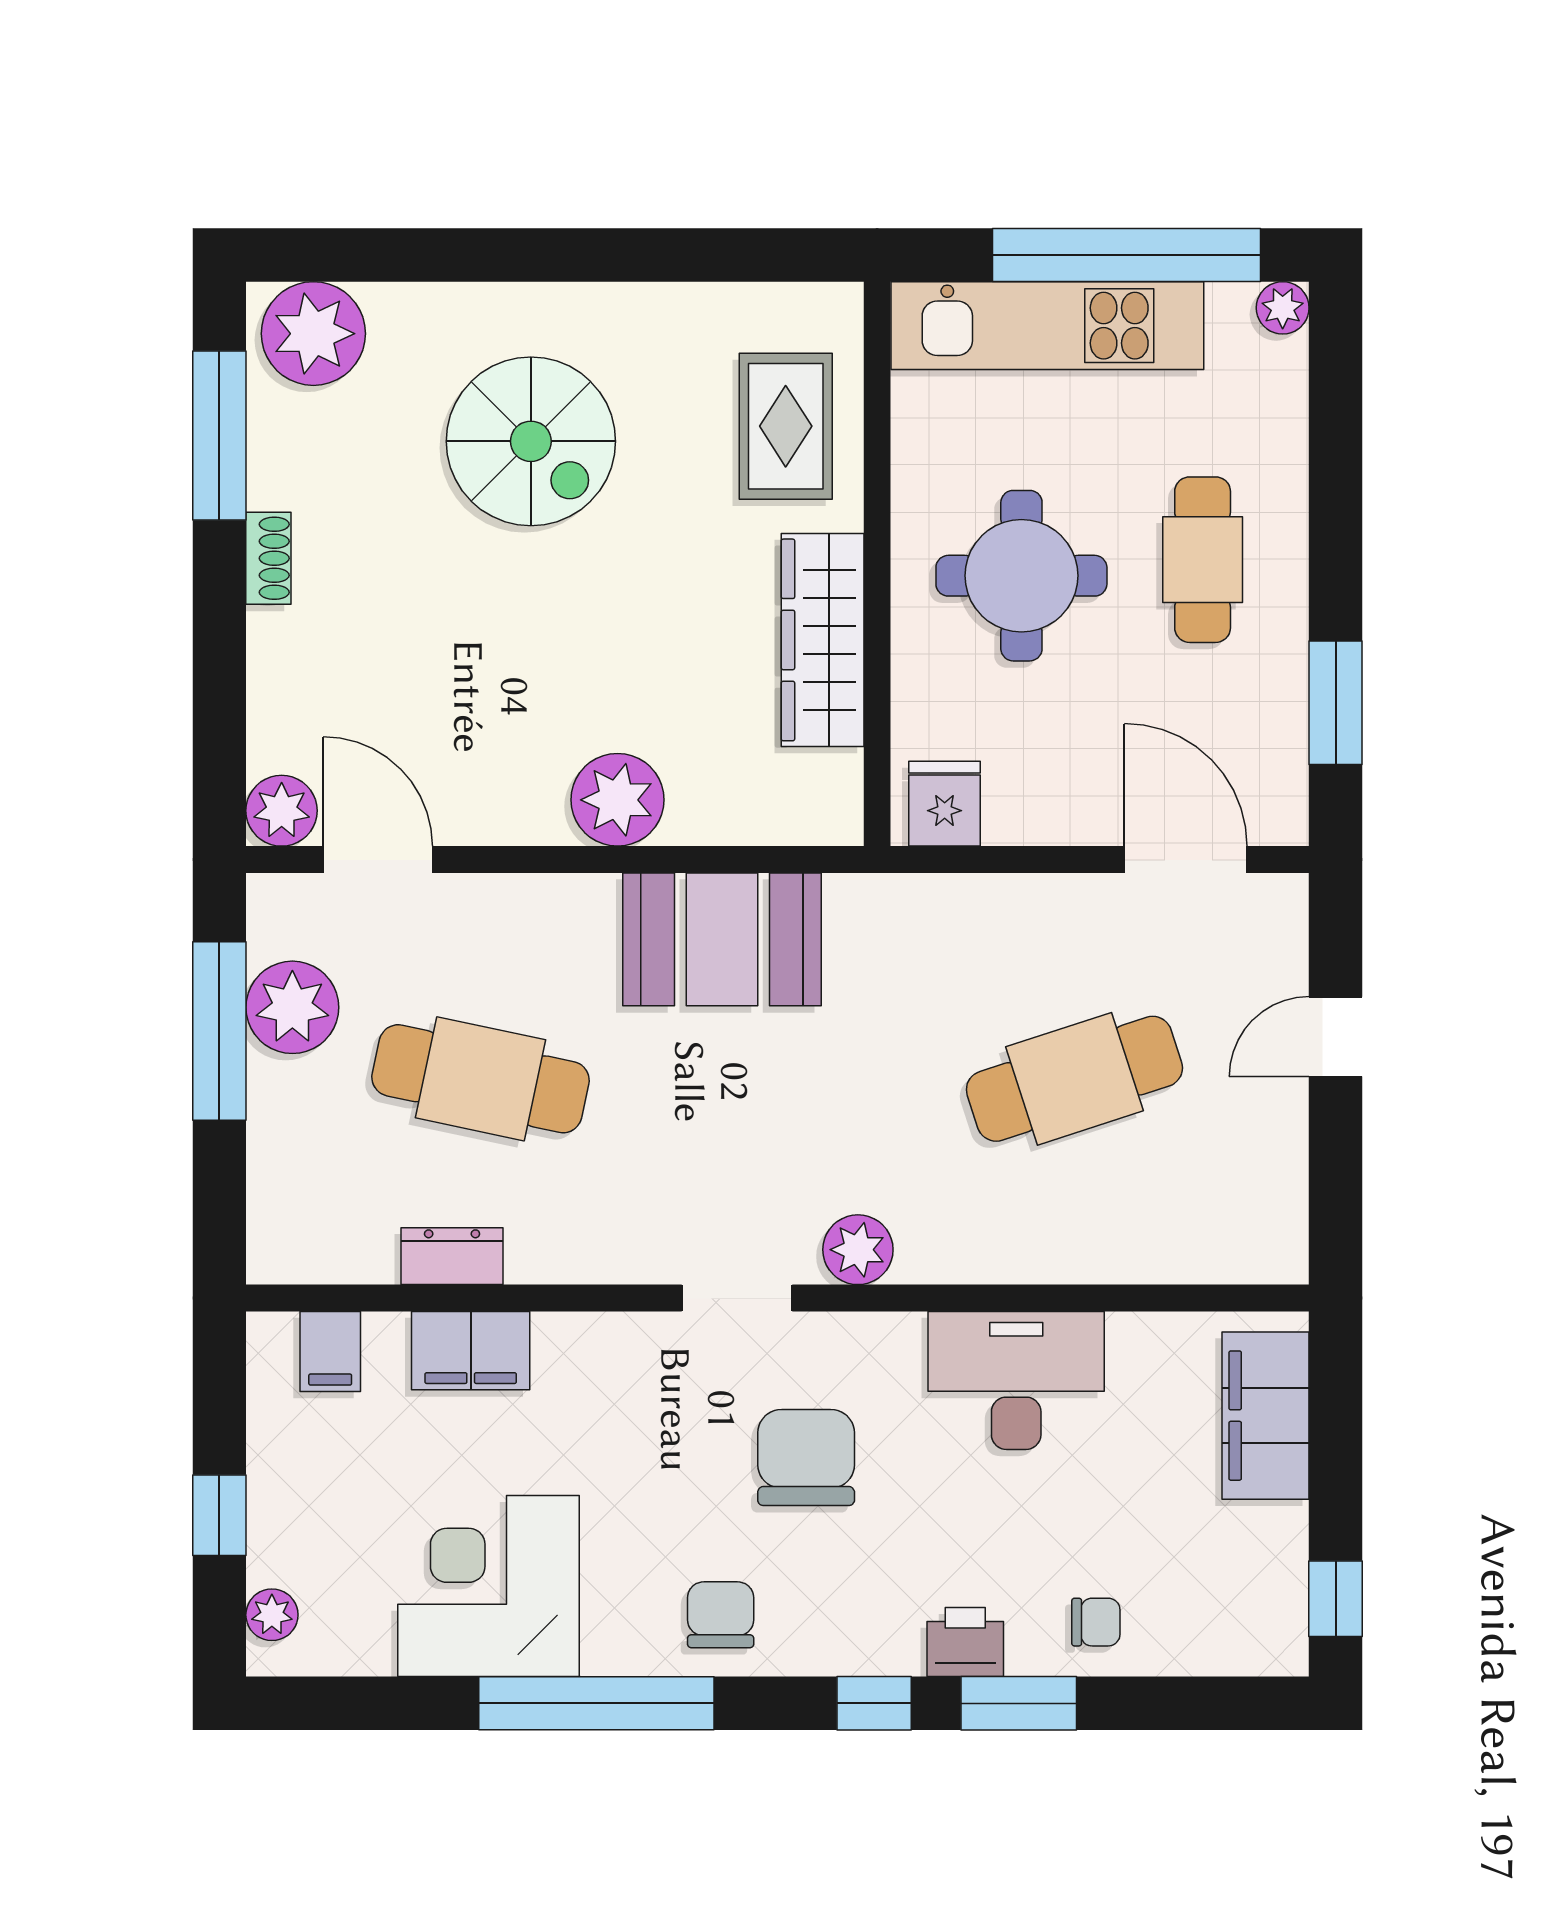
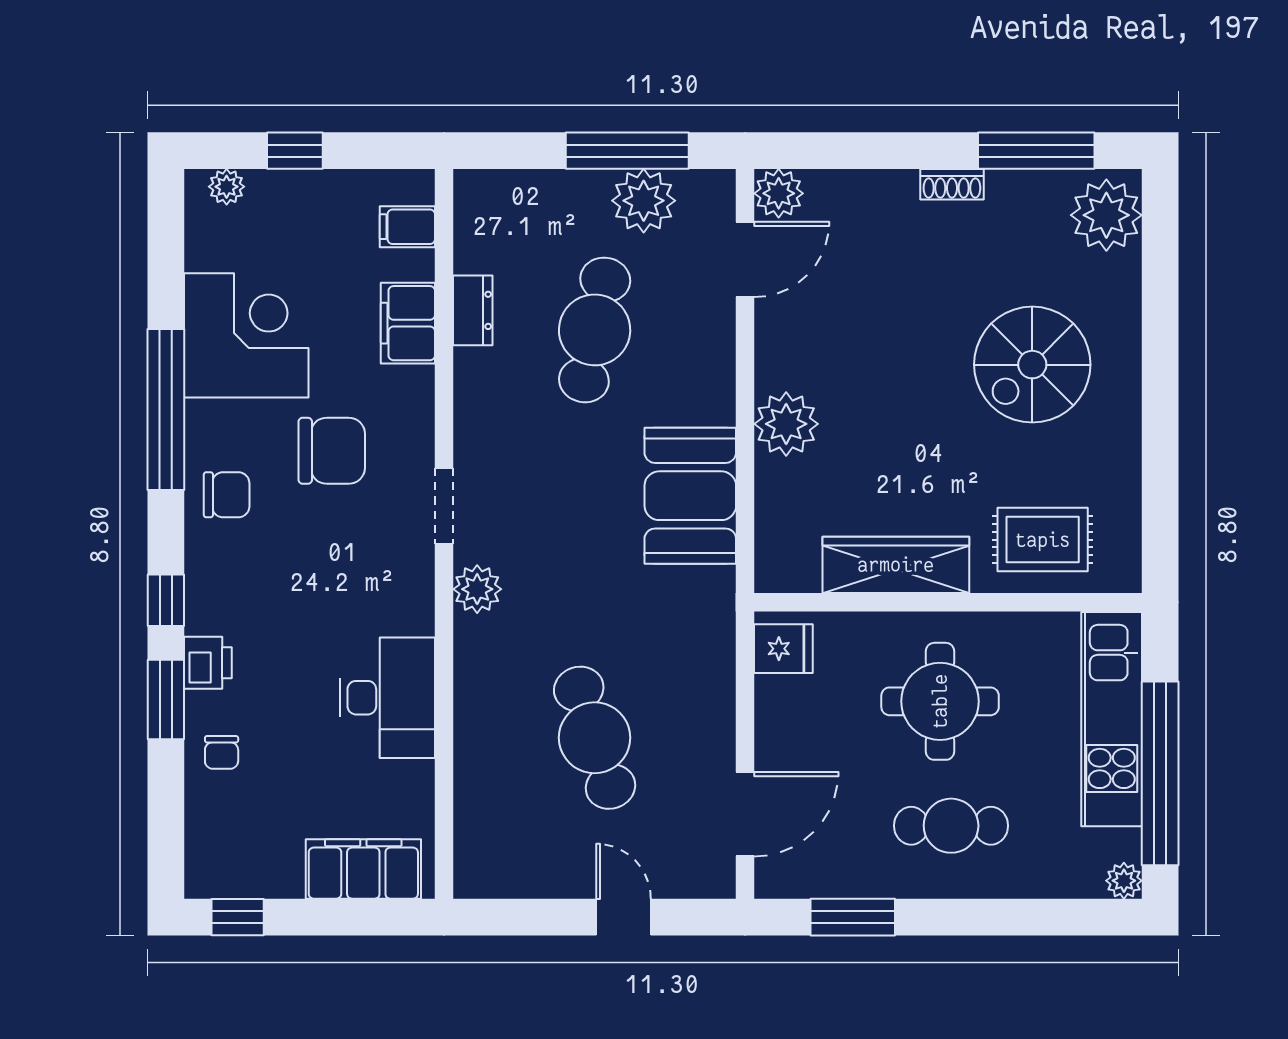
chair: (806, 1457) -> (332, 451), moved

